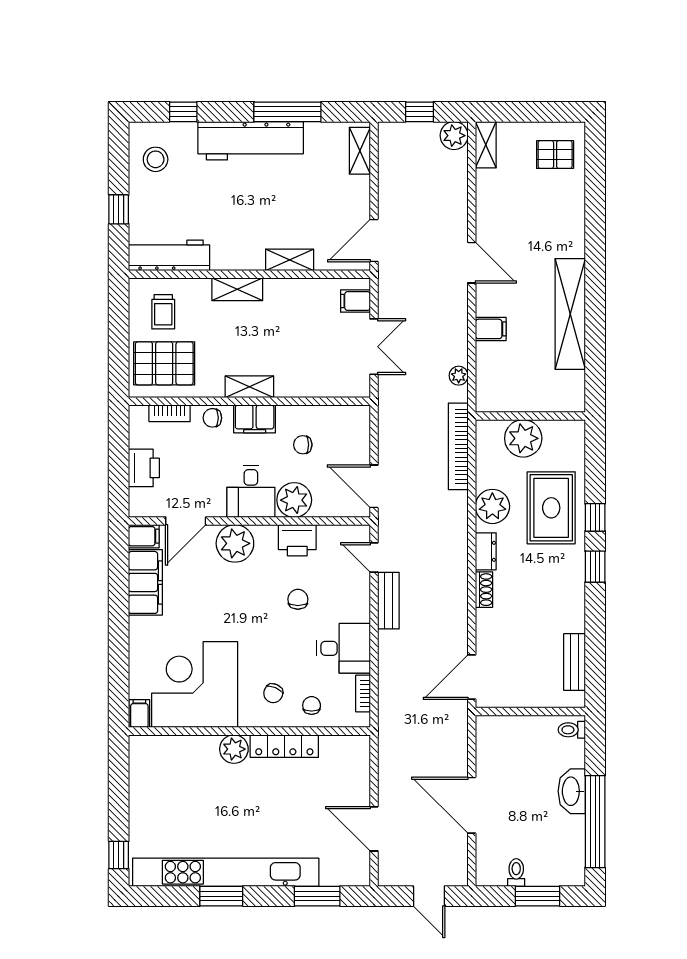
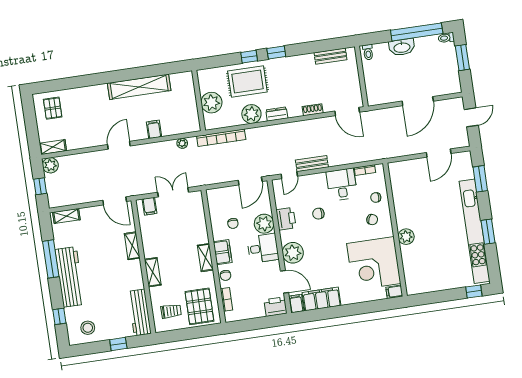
printer: (144, 468) -> (276, 307), moved
shoe rack: (484, 590) -> (313, 110), moved
locker: (284, 746) -> (400, 209), removed
toilet: (516, 872) -> (446, 38), moved

